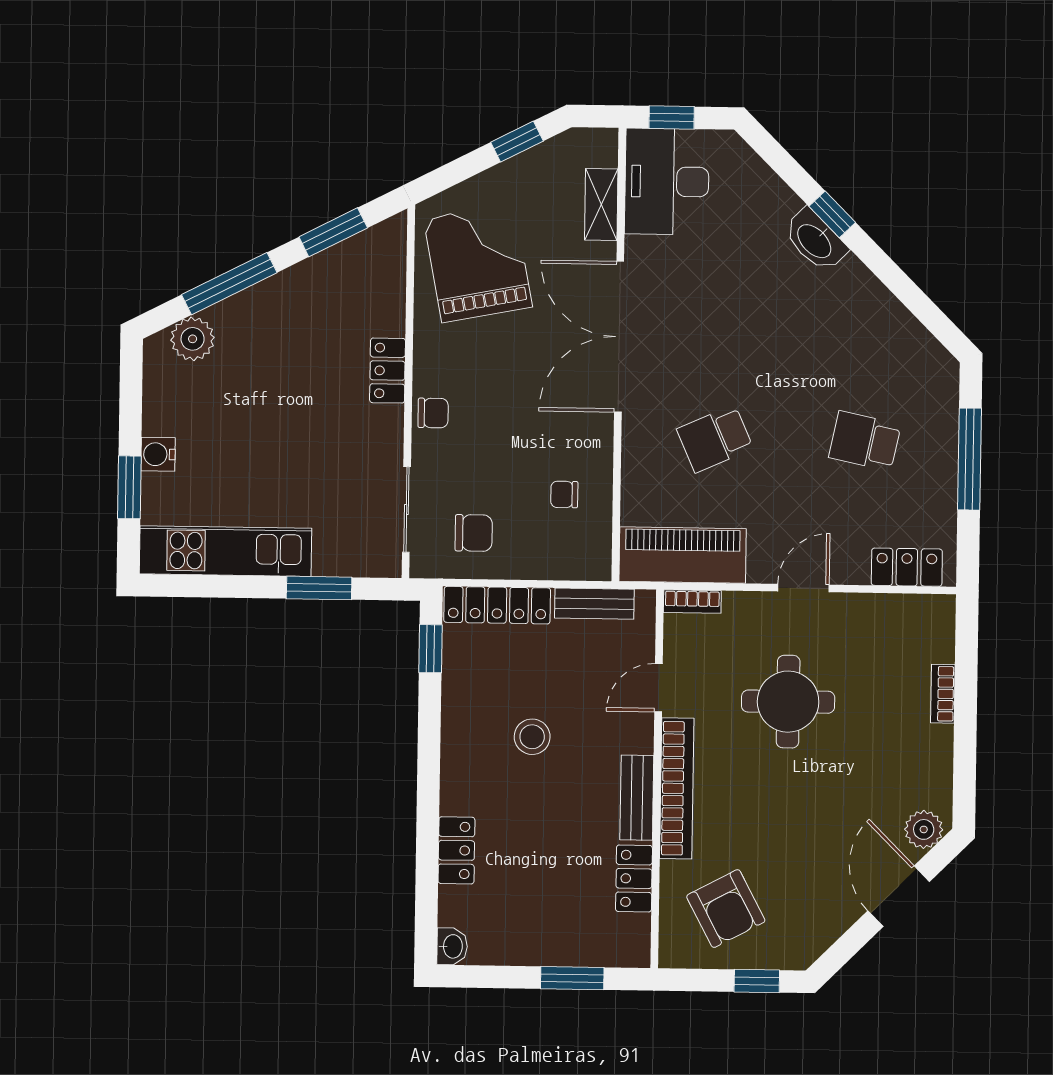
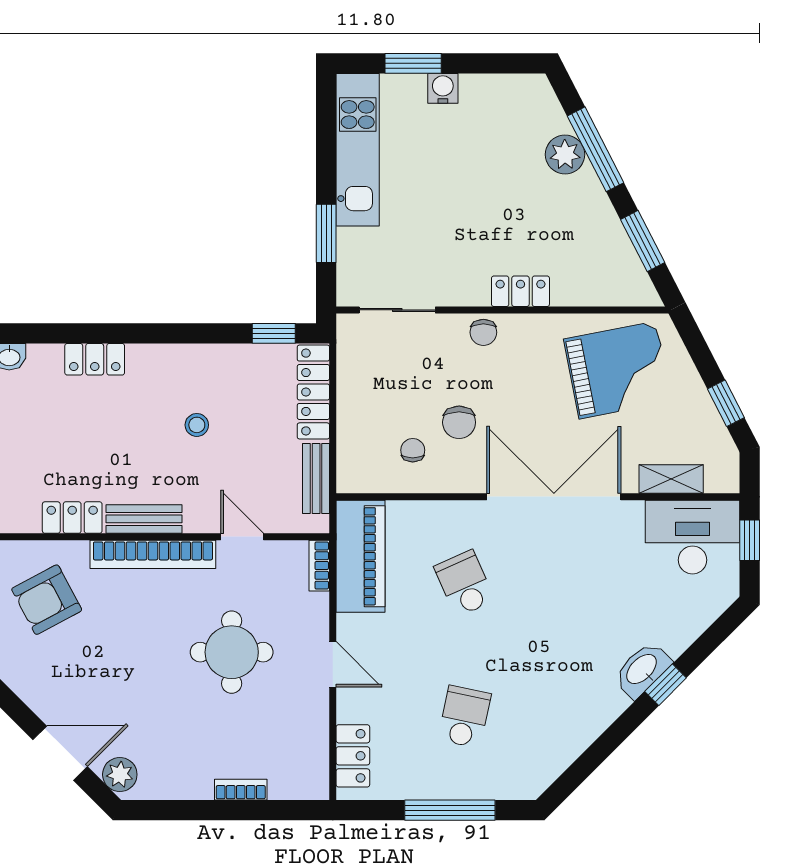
plant: (193, 339) -> (565, 154), moved
chair: (474, 533) -> (459, 422), moved
stool: (532, 737) -> (197, 425), width x0.73, depth x0.73

